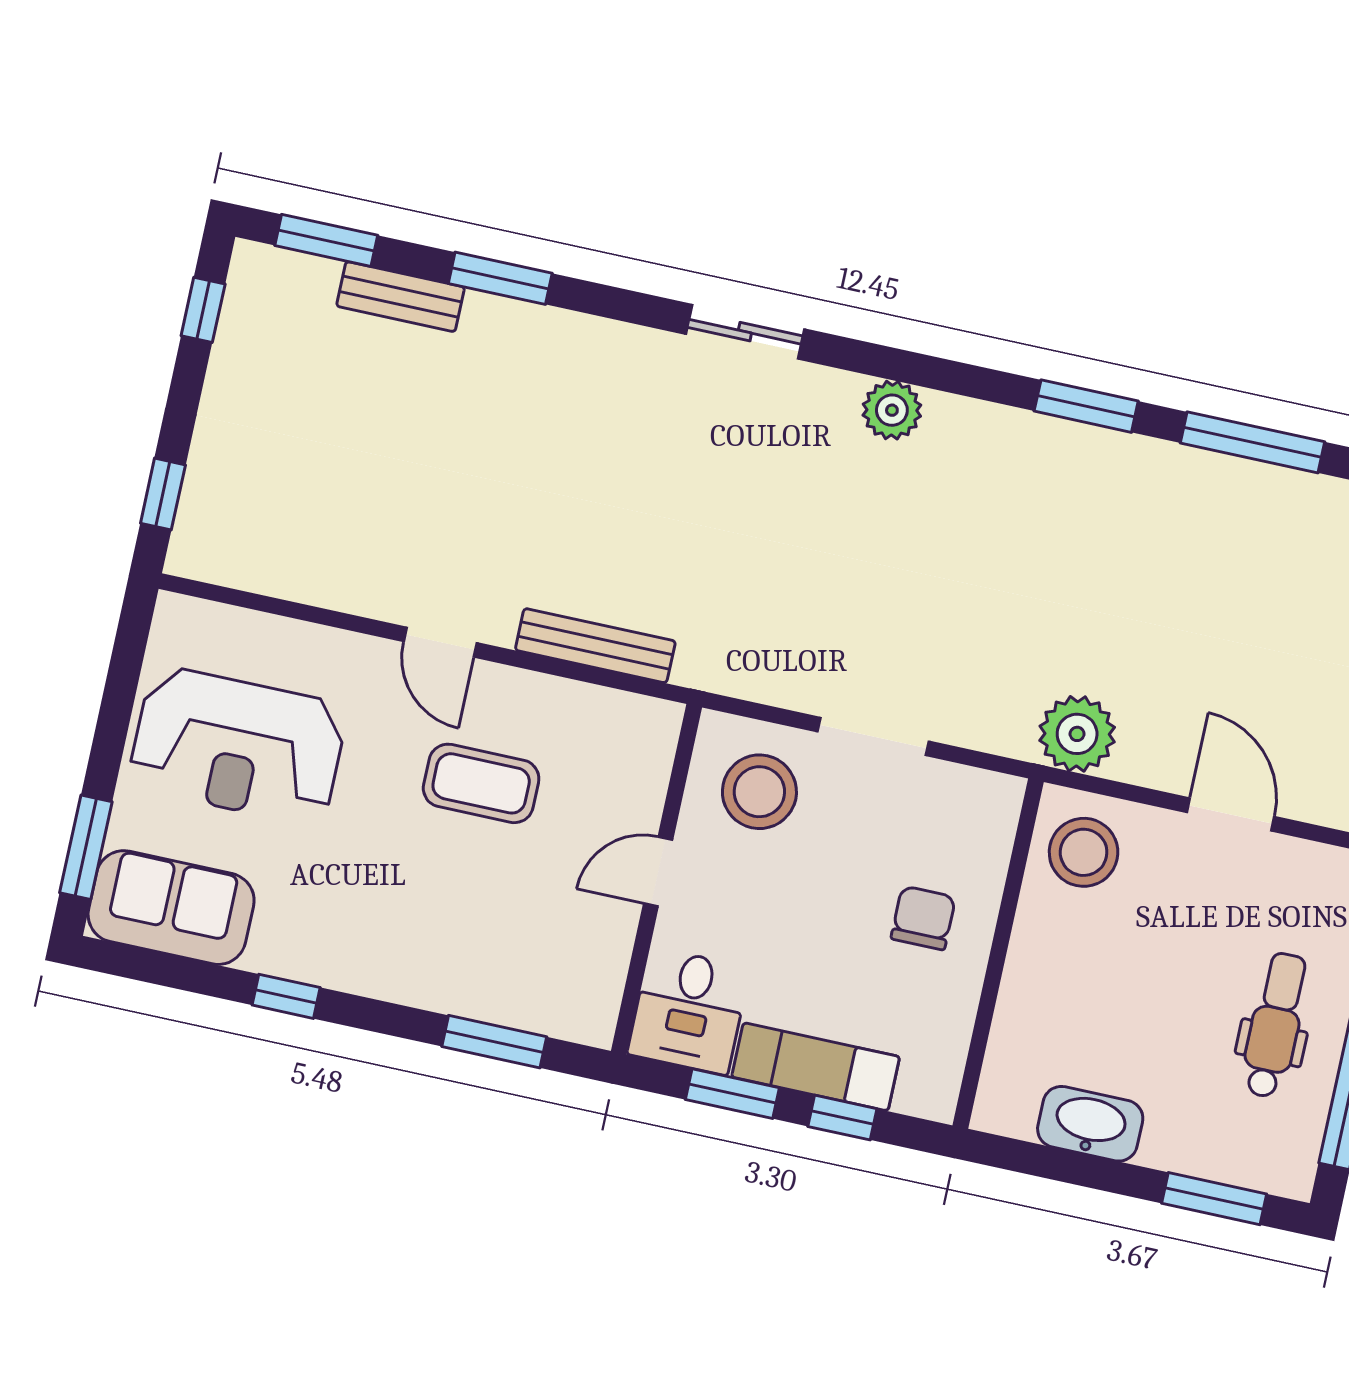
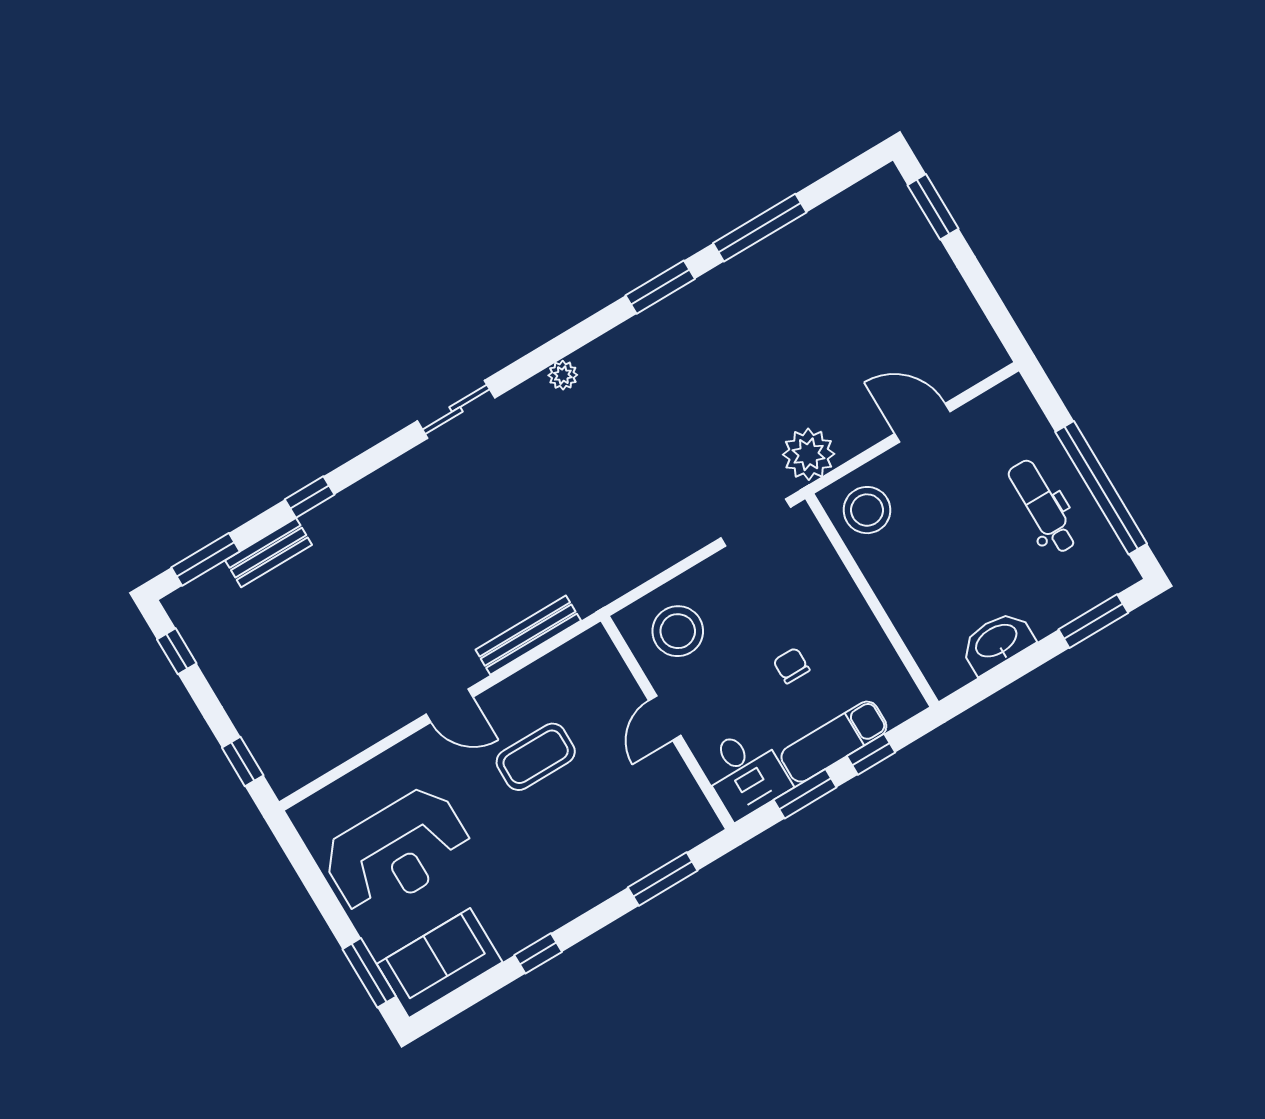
window: (500, 278) -> (310, 497), width x0.67
plant: (892, 410) -> (563, 375), width x0.73, depth x0.73
doorway: (873, 737) -> (756, 522), moved
chair: (923, 918) -> (791, 666), moved, width x0.73, depth x0.73

